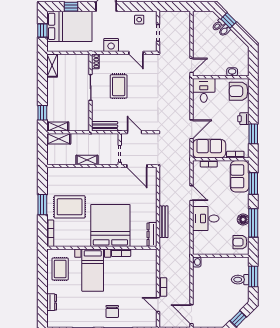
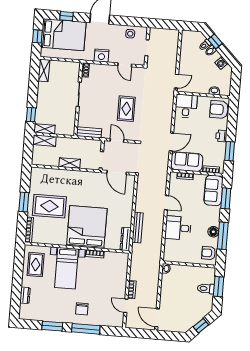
washing machine: (237, 42) -> (221, 63), added
rug: (119, 86) -> (126, 109), moved

